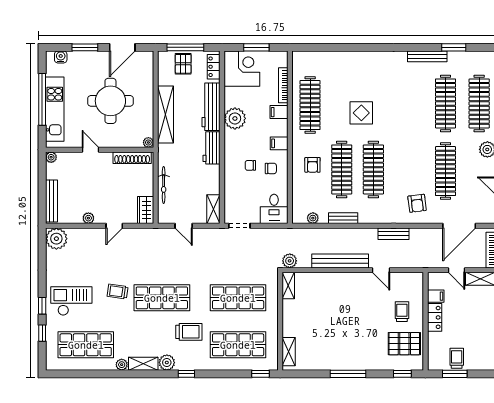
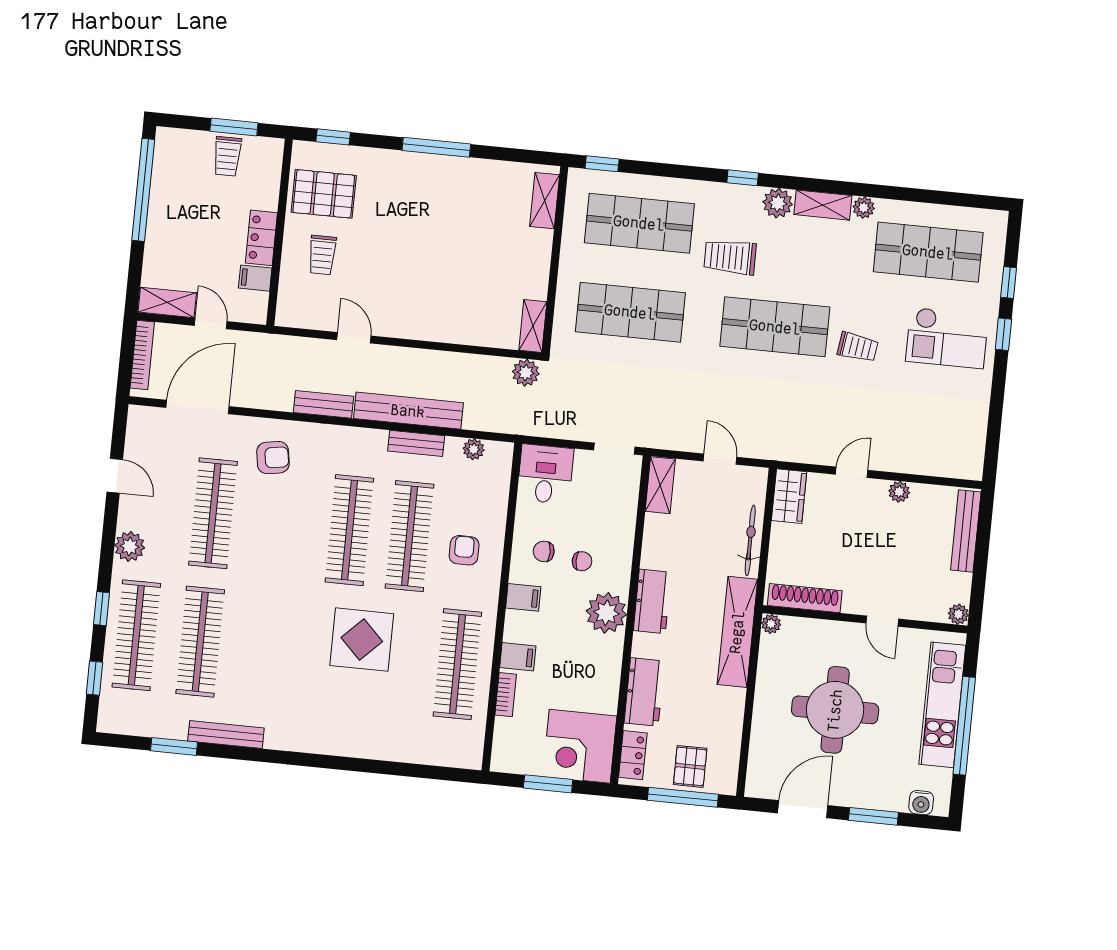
bookcase: (283, 85) -> (506, 695), width x0.64
workbench: (211, 107) -> (644, 692), width x0.73
display table: (361, 113) -> (362, 640), width x1.36, depth x1.36
shelving: (166, 115) -> (737, 632), moved
plant: (235, 118) -> (606, 613), moved
armchair: (417, 203) -> (273, 458), turned 88
plant: (56, 239) -> (964, 459), removed
bench: (340, 261) -> (408, 411), moved

